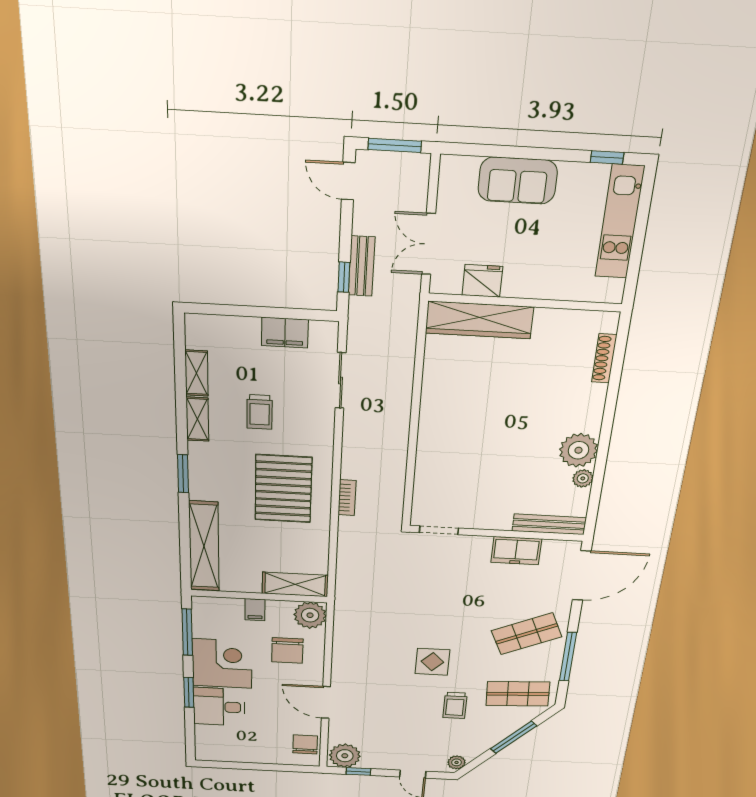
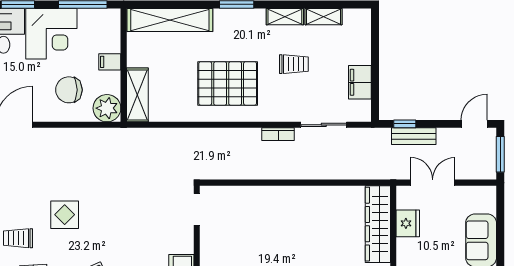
trolley: (260, 412) -> (294, 64), turned 180
bookcase: (347, 498) -> (278, 134), moved

